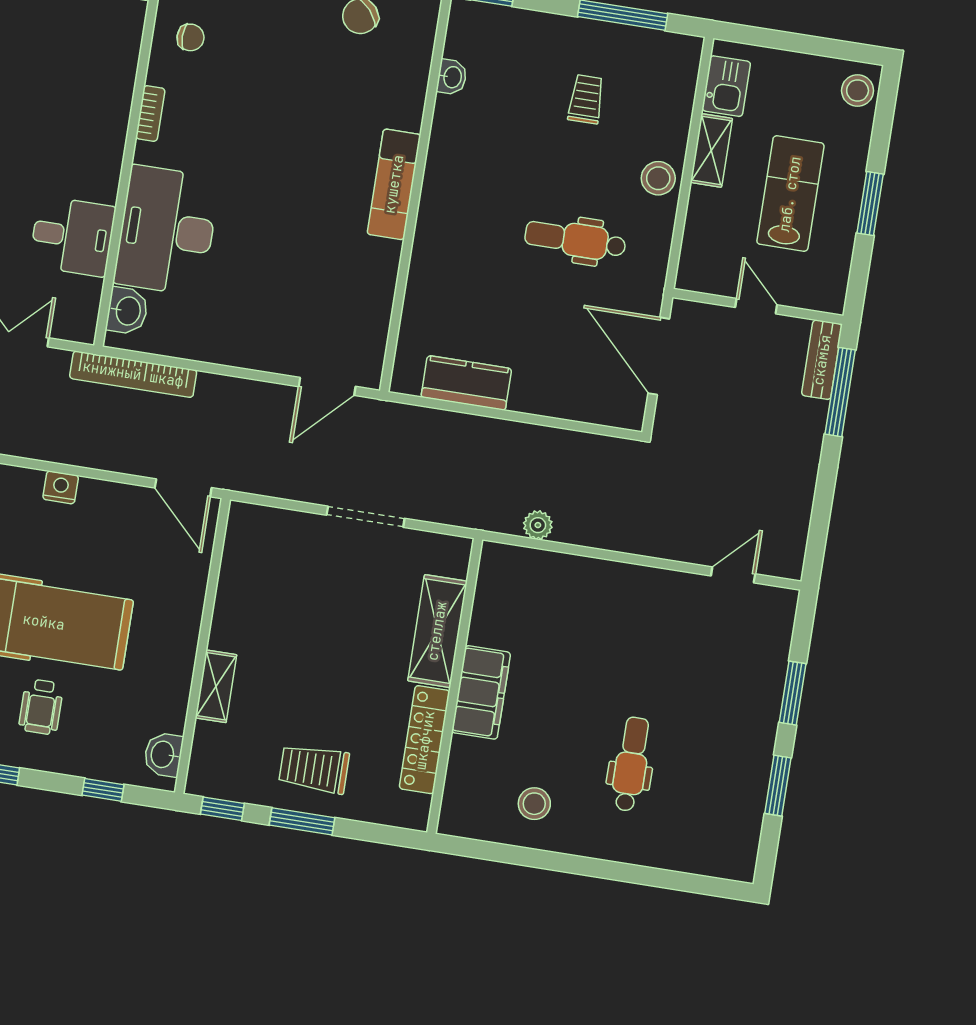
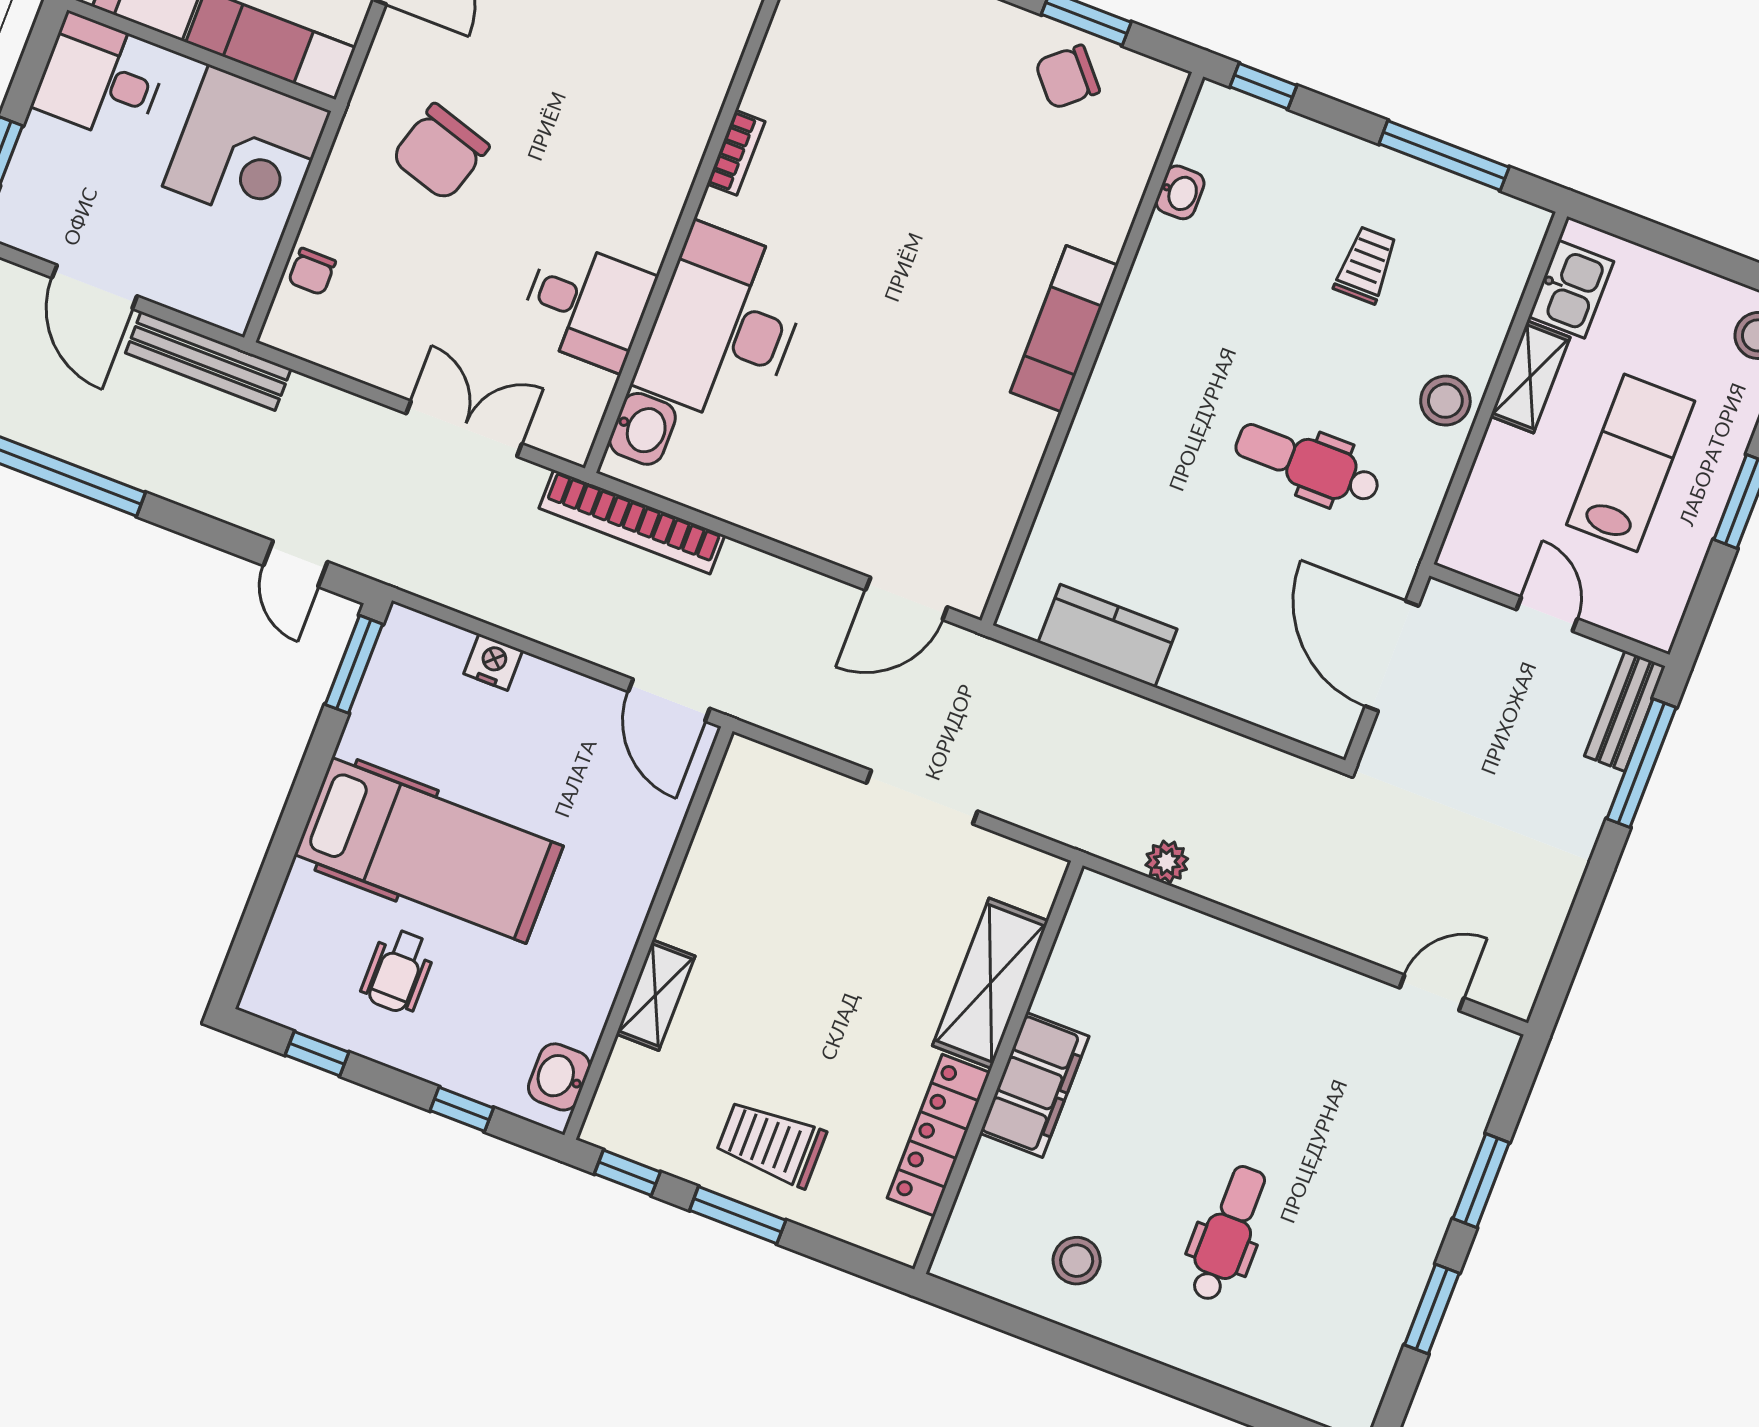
chair: (191, 37) -> (817, 56), removed

